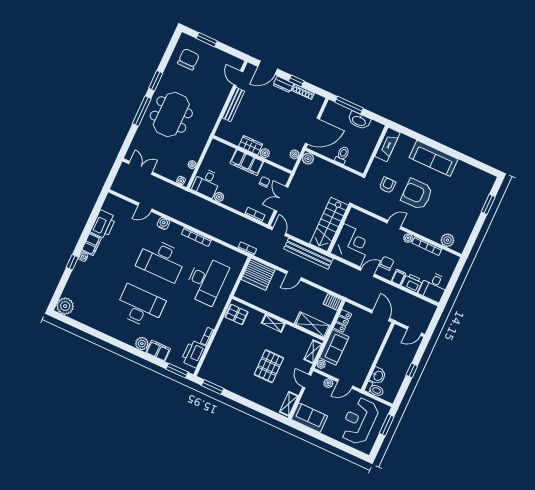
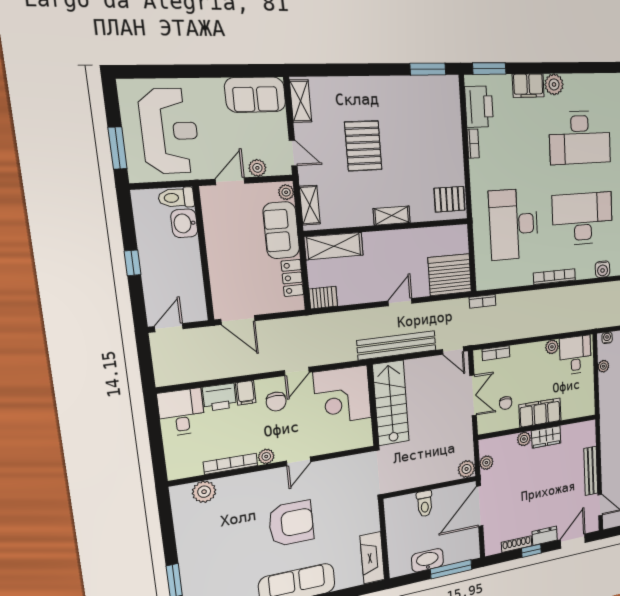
armchair: (387, 185) -> (341, 507), removed

